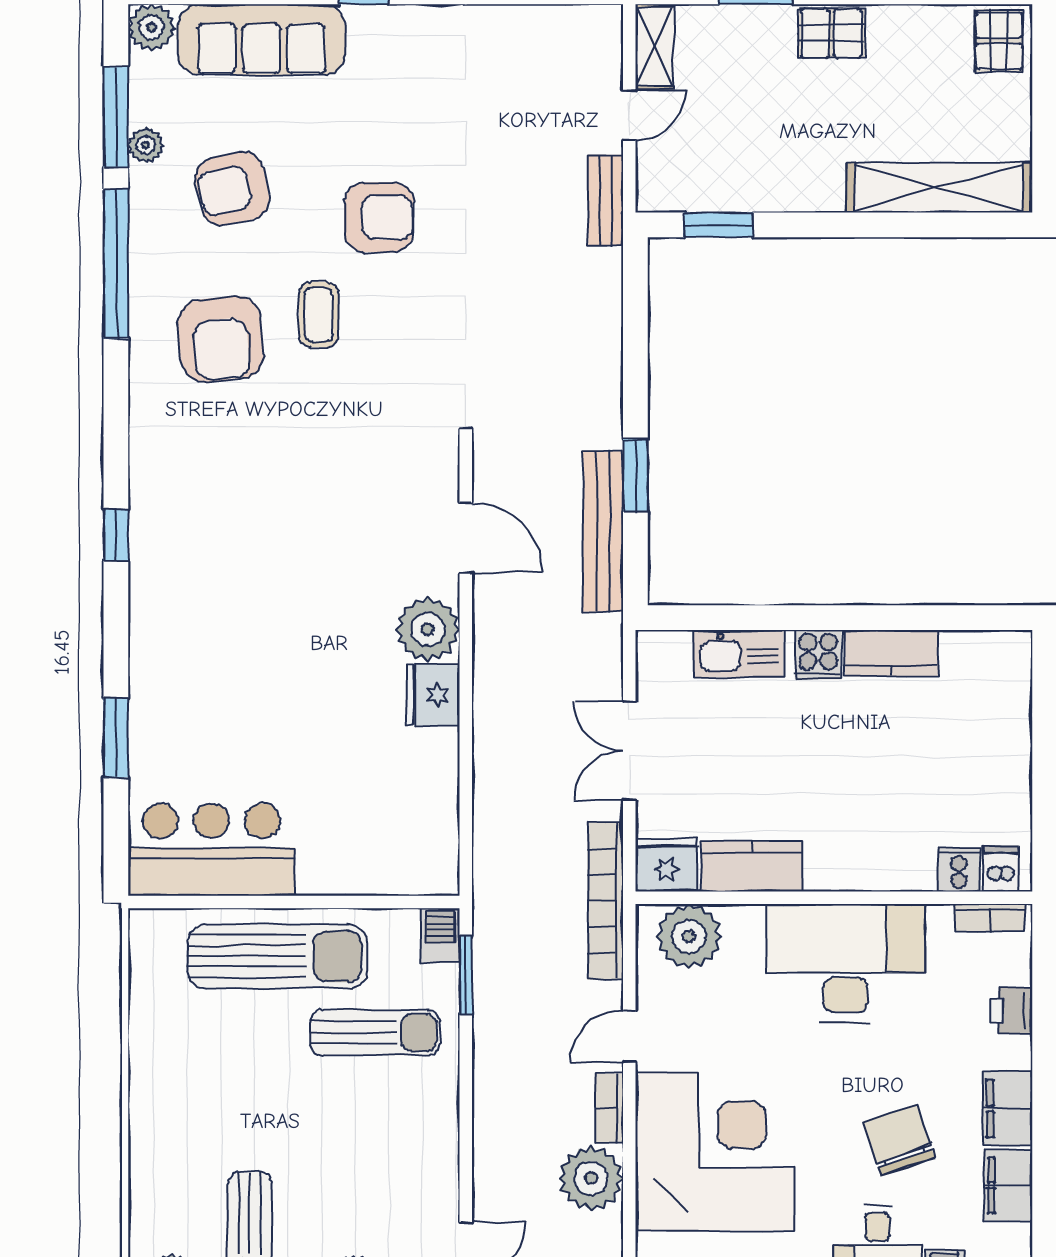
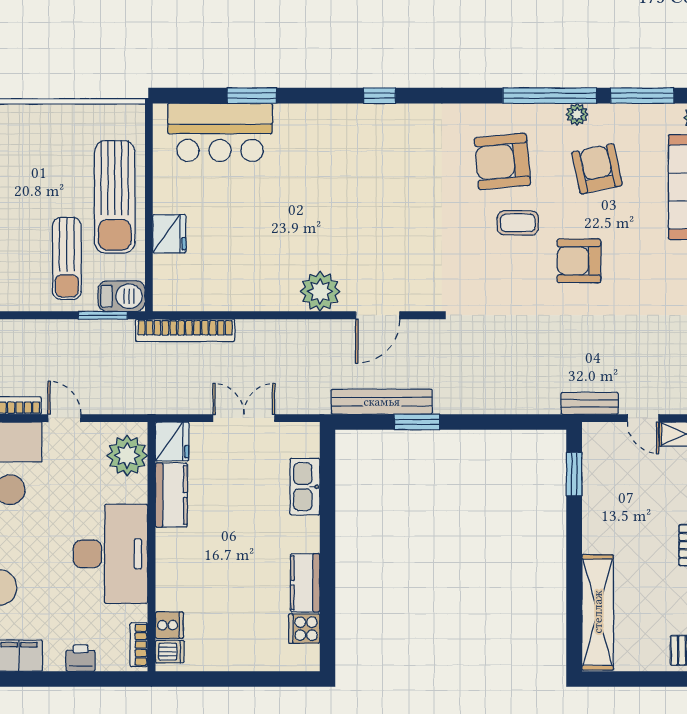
plant: (146, 145) -> (577, 114), moved
armchair: (379, 217) -> (579, 261), turned 90
cooker: (818, 655) -> (304, 629), moved
fridge: (433, 695) -> (169, 234), moved, turned 90
bar counter: (211, 850) -> (220, 132), moved, turned 90
bookcase: (605, 901) -> (185, 330), moved, turned 180
barbecue: (440, 935) -> (122, 296), width x1.38, depth x1.27

